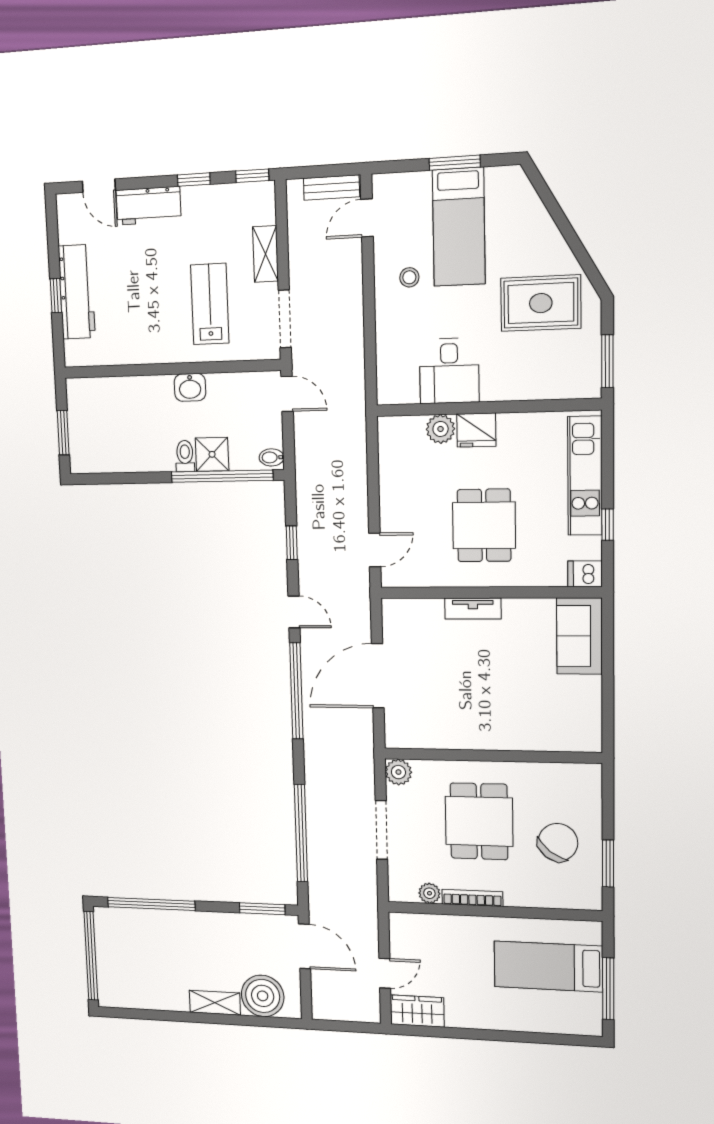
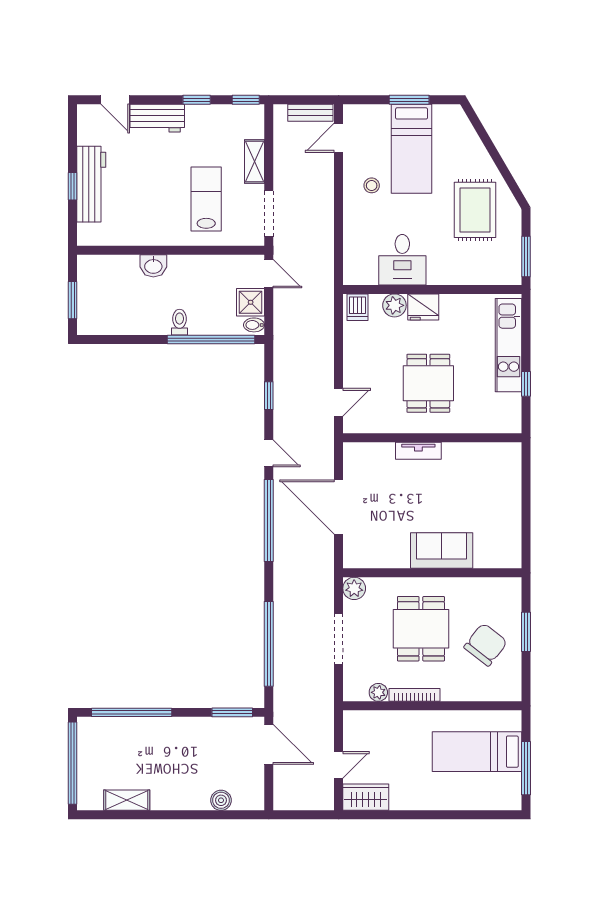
rug: (541, 303) -> (475, 210), turned 90
washbasin: (190, 387) -> (153, 266), moved
shower: (212, 454) -> (251, 302), moved
dishwasher: (585, 574) -> (358, 307), moved, turned -90
sofa: (579, 636) -> (442, 551), moved, turned 90
door: (378, 676) -> (339, 507), hinge flipped
window: (608, 864) -> (526, 632), moved
boiler: (263, 996) -> (221, 800), width x0.54, depth x0.54
shelving: (215, 1003) -> (127, 800), moved

